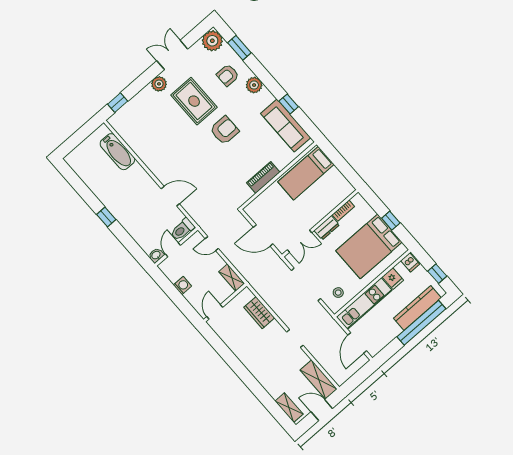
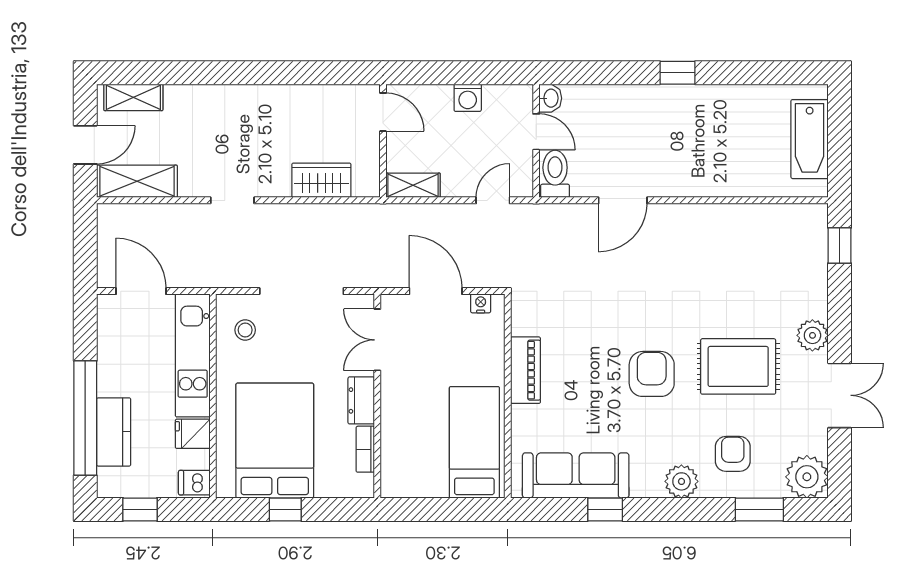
armchair: (224, 130) -> (652, 374), turned 180
bathtub: (117, 152) -> (810, 139), moved, turned -90
nightstand: (253, 215) -> (481, 303), added
door: (263, 236) -> (436, 291), hinge flipped
kitchen counter: (417, 308) -> (114, 432), width x0.67

